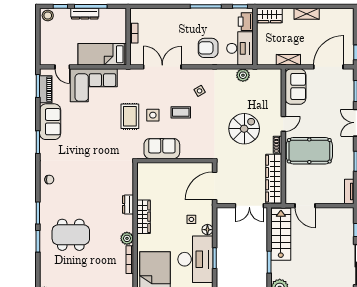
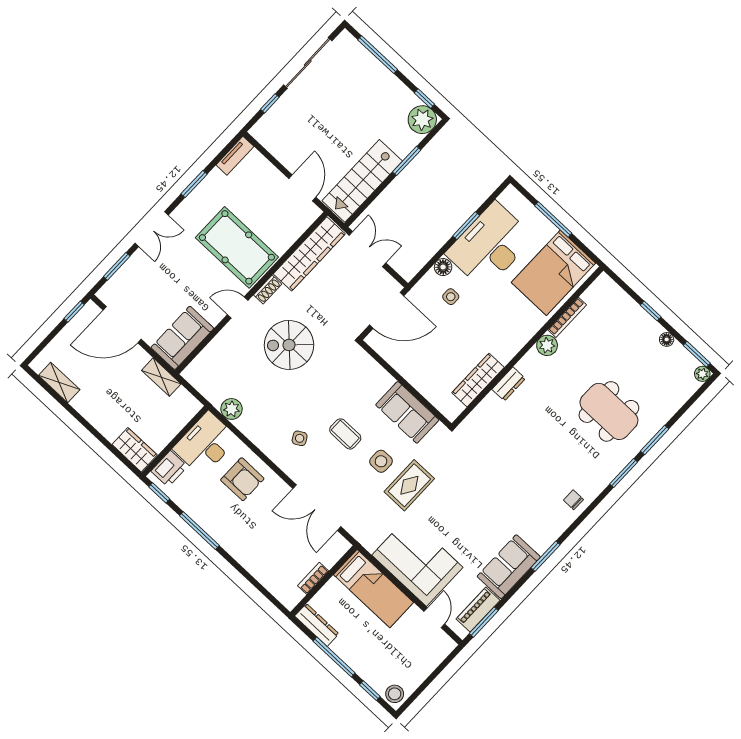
dresser: (85, 14) -> (317, 625), moved
shelving: (307, 14) -> (59, 383), moved
wardrobe: (143, 217) -> (478, 380), moved

